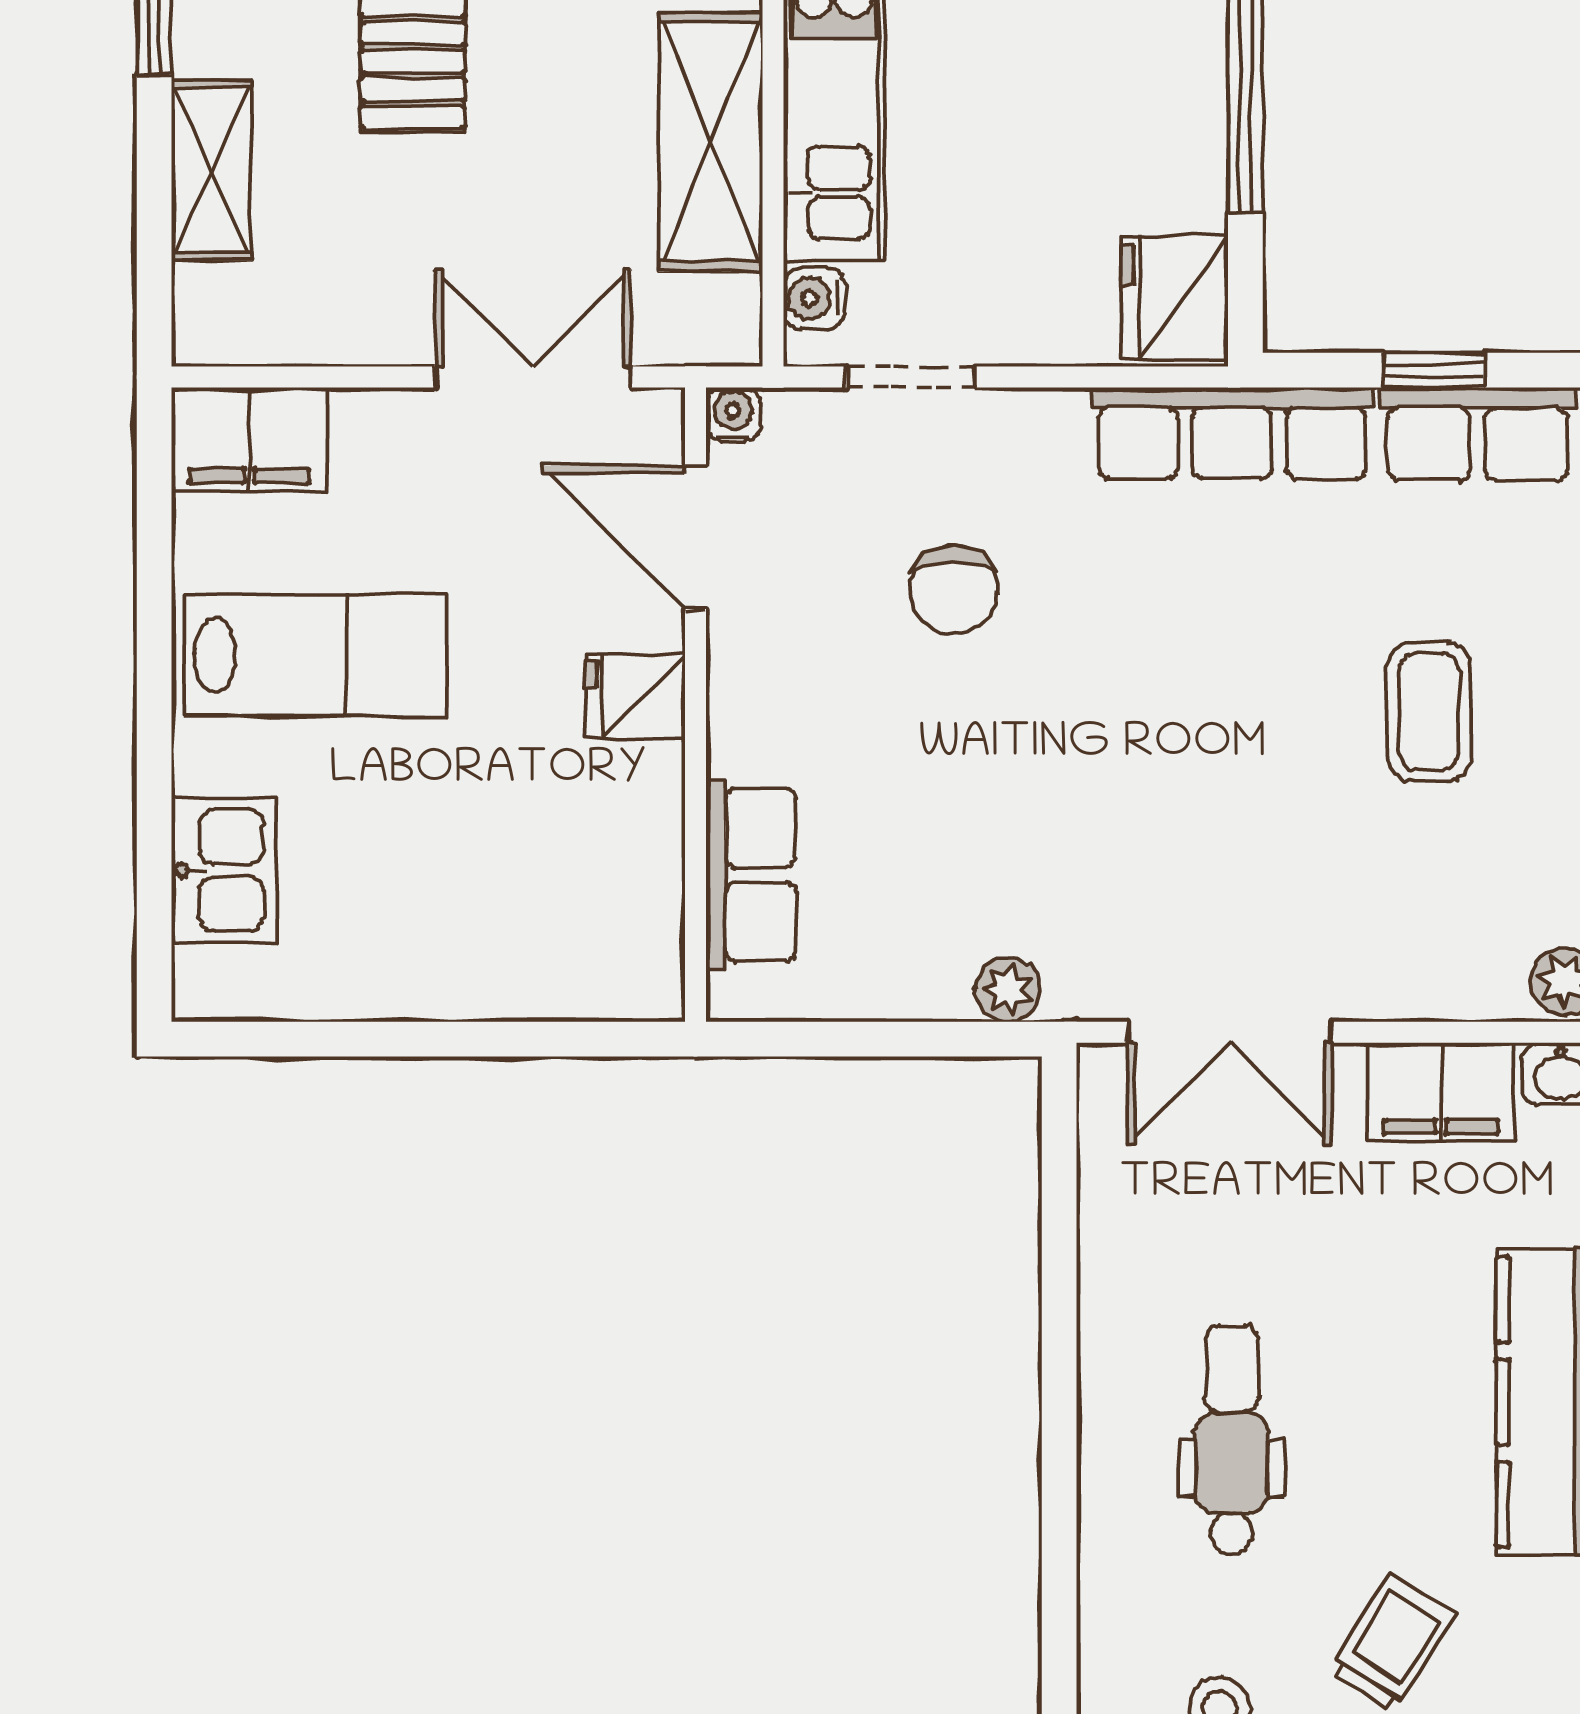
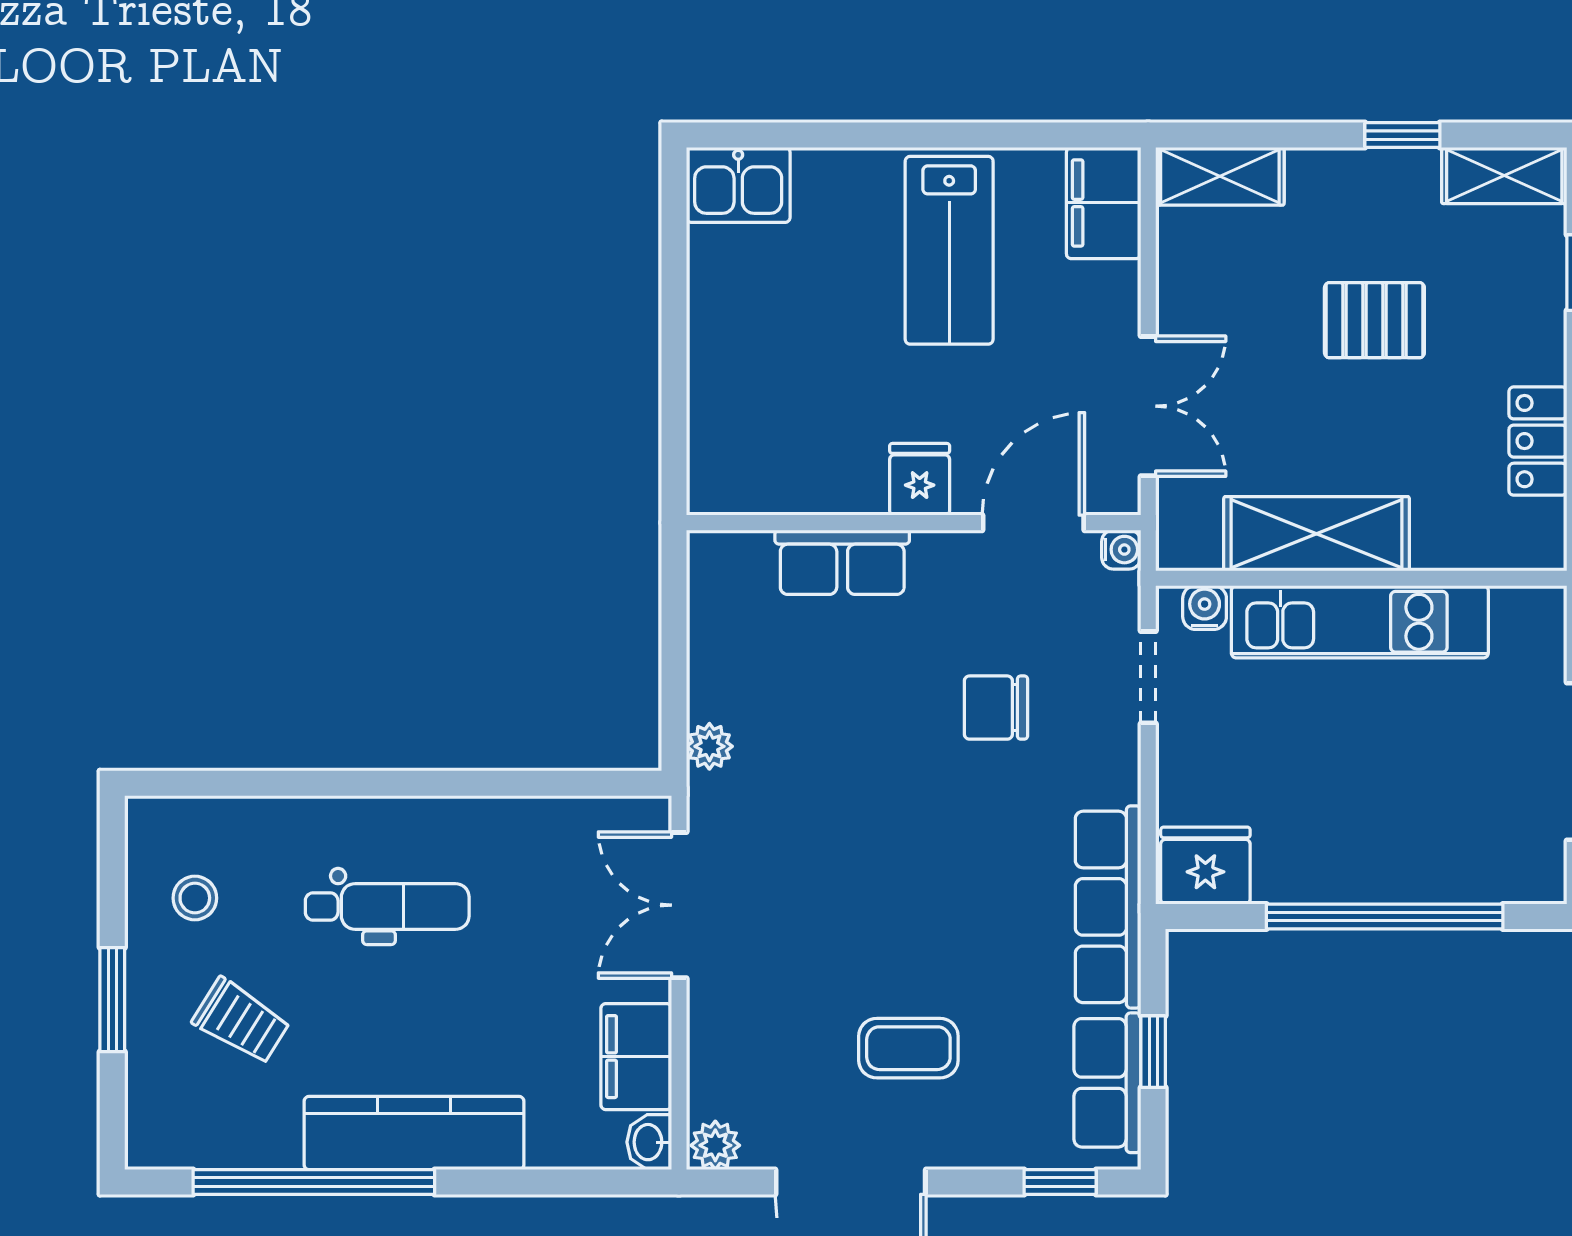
shelving: (212, 170) -> (1220, 176), moved
kitchen sink: (224, 870) -> (738, 185), moved
row of seats: (751, 875) -> (842, 562), moved

